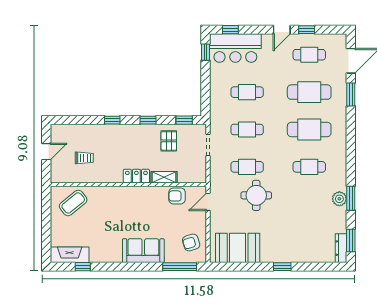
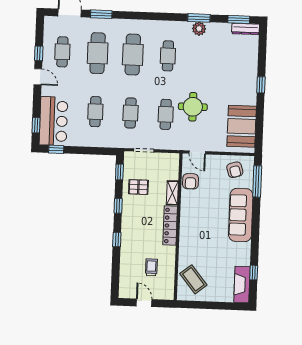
locker: (136, 176) -> (170, 226), width x1.53
sofa: (143, 251) -> (241, 215), width x1.36

